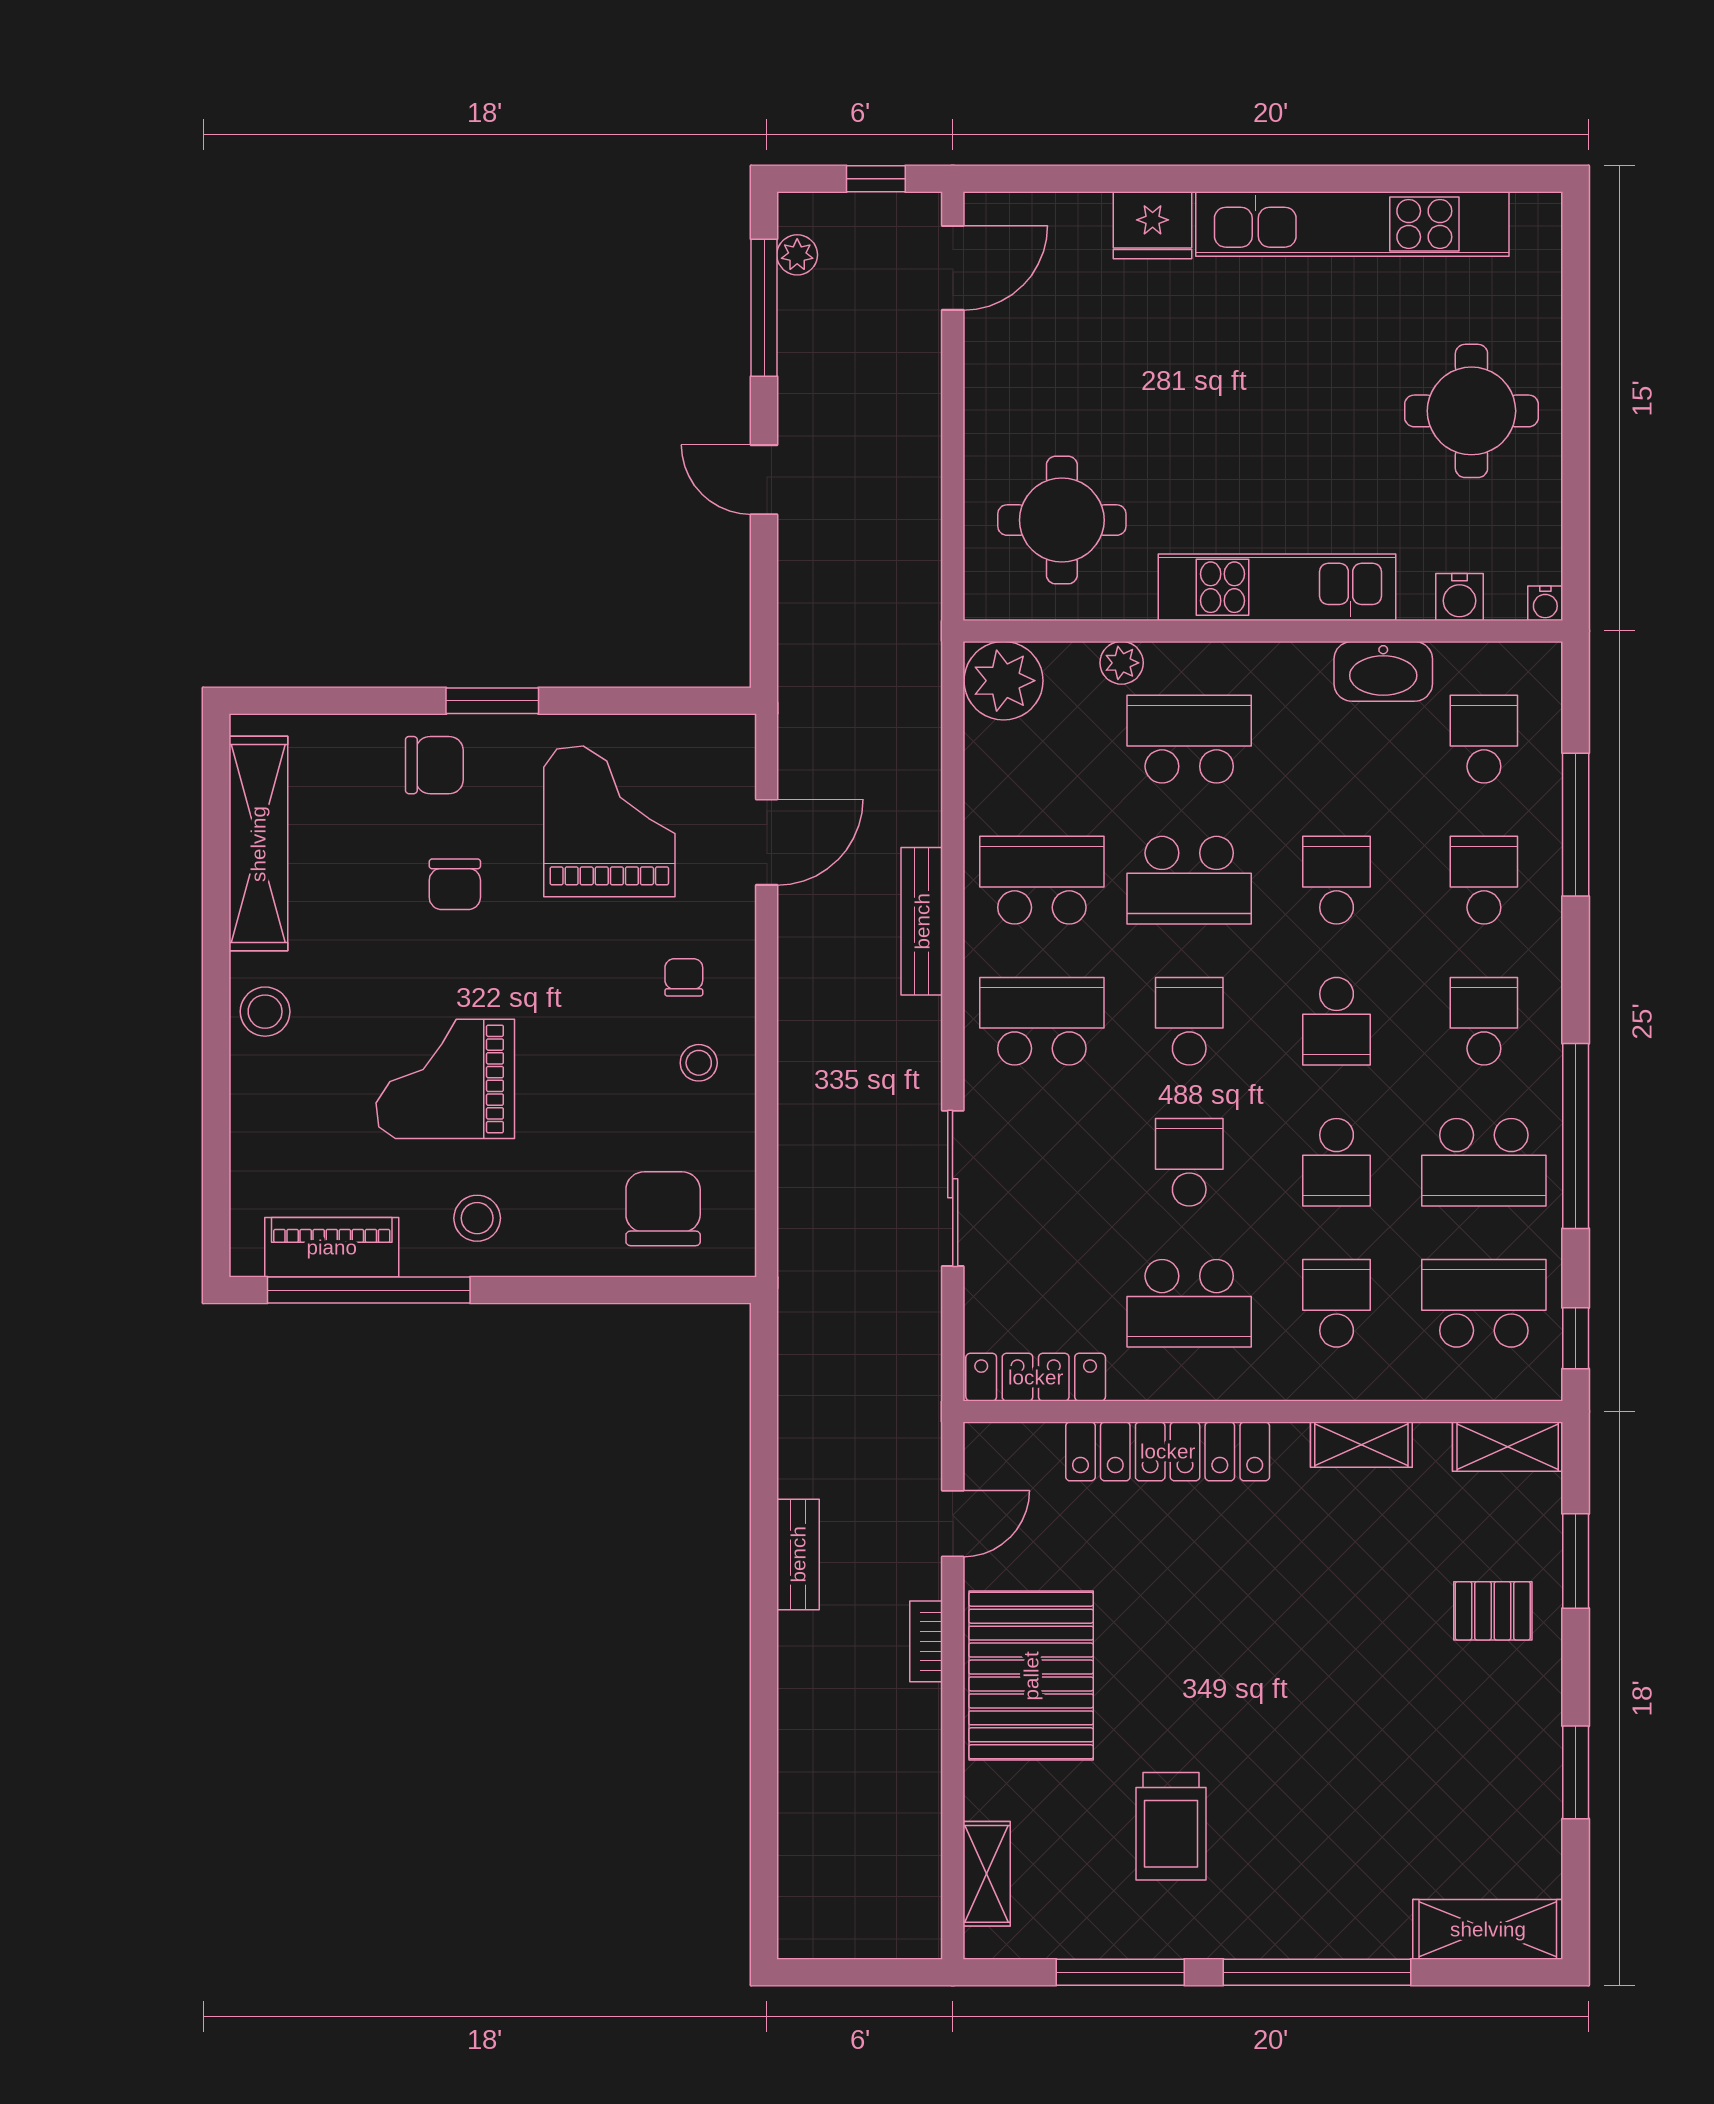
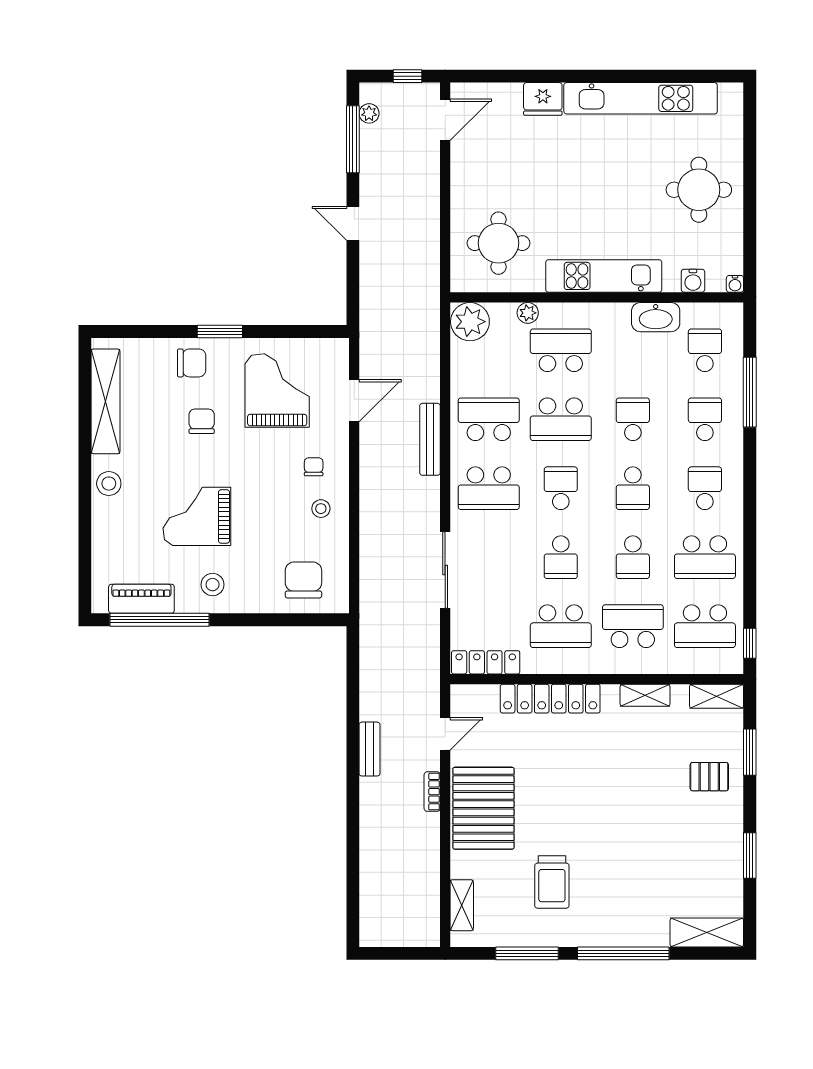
chair: (455, 884) -> (202, 421), turned 180
school desk: (1042, 1021) -> (489, 488), turned 180
window: (1576, 1136) -> (750, 544), removed
school desk: (1189, 1162) -> (561, 557), turned 180
school desk: (1337, 1303) -> (633, 626), width x1.85
school desk: (1484, 1303) -> (705, 626), turned 180

